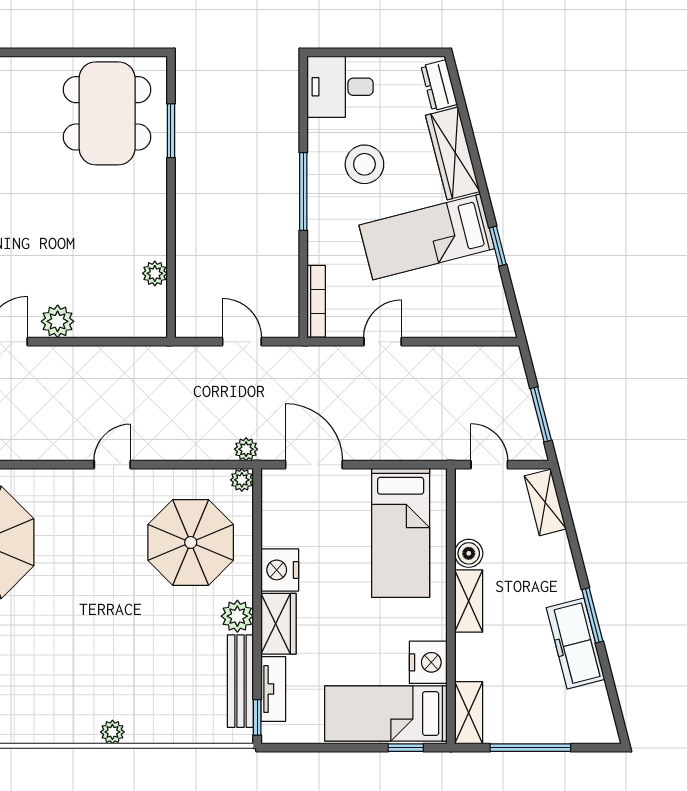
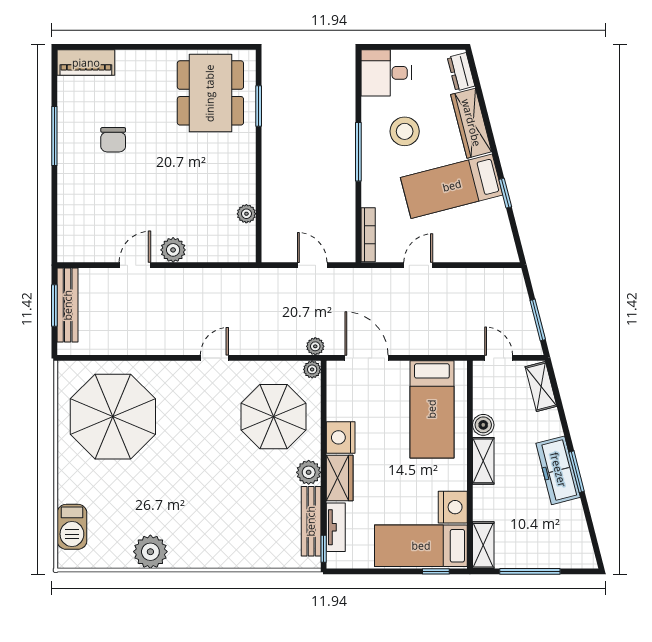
freezer: (576, 644) -> (558, 470), moved
plant: (112, 732) -> (150, 552), moved, width x1.87, depth x1.87

